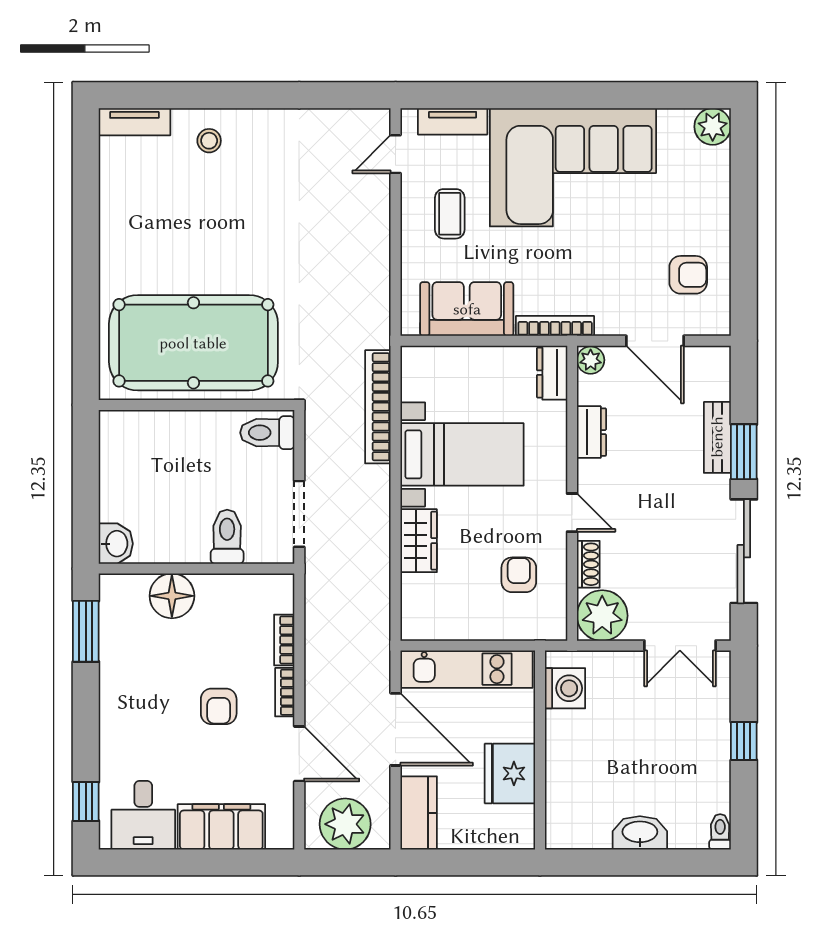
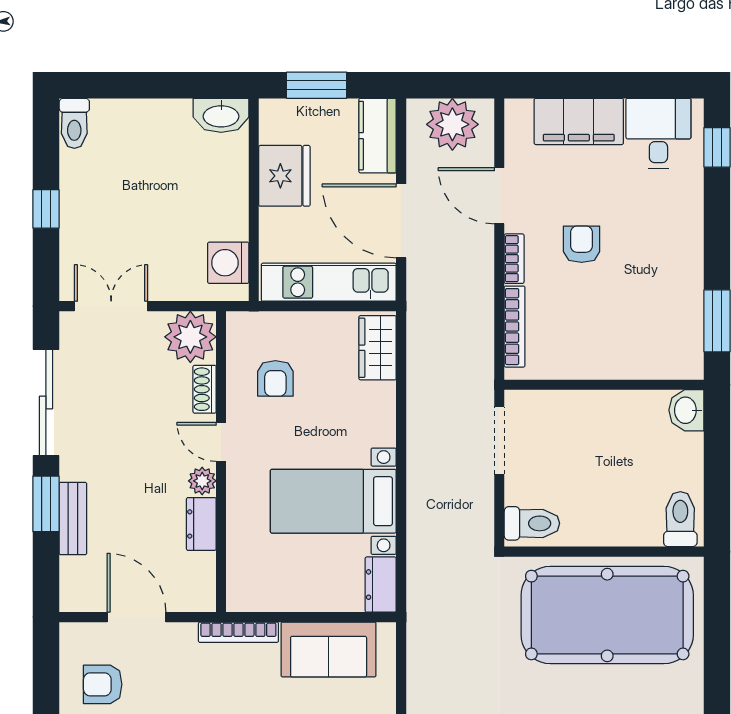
plant: (591, 360) -> (202, 481), moved
dresser: (552, 373) -> (381, 585), moved, turned 180
bookcase: (378, 407) -> (419, 550), removed
toilet: (227, 537) -> (680, 519), moved, turned 180
wardrobe: (419, 541) -> (378, 348), moved
floor lamp: (172, 596) -> (629, 357), removed
bookcase: (284, 640) -> (515, 327), width x1.56
toilet: (720, 832) -> (74, 123), width x1.37, depth x1.39
washbasin: (640, 833) -> (221, 115), moved
window: (478, 862) -> (317, 85), added

